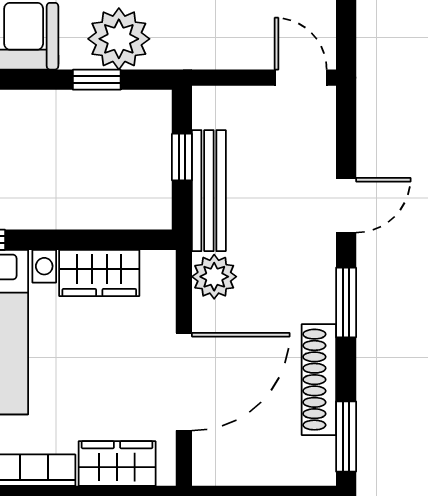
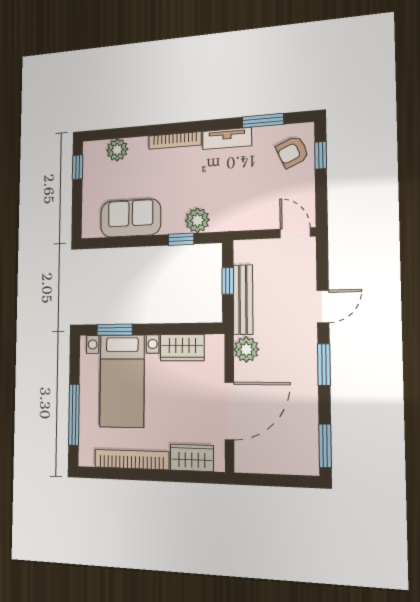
plant: (119, 39) -> (197, 220), width x0.73, depth x0.73
shoe rack: (319, 380) -> (308, 411), removed

